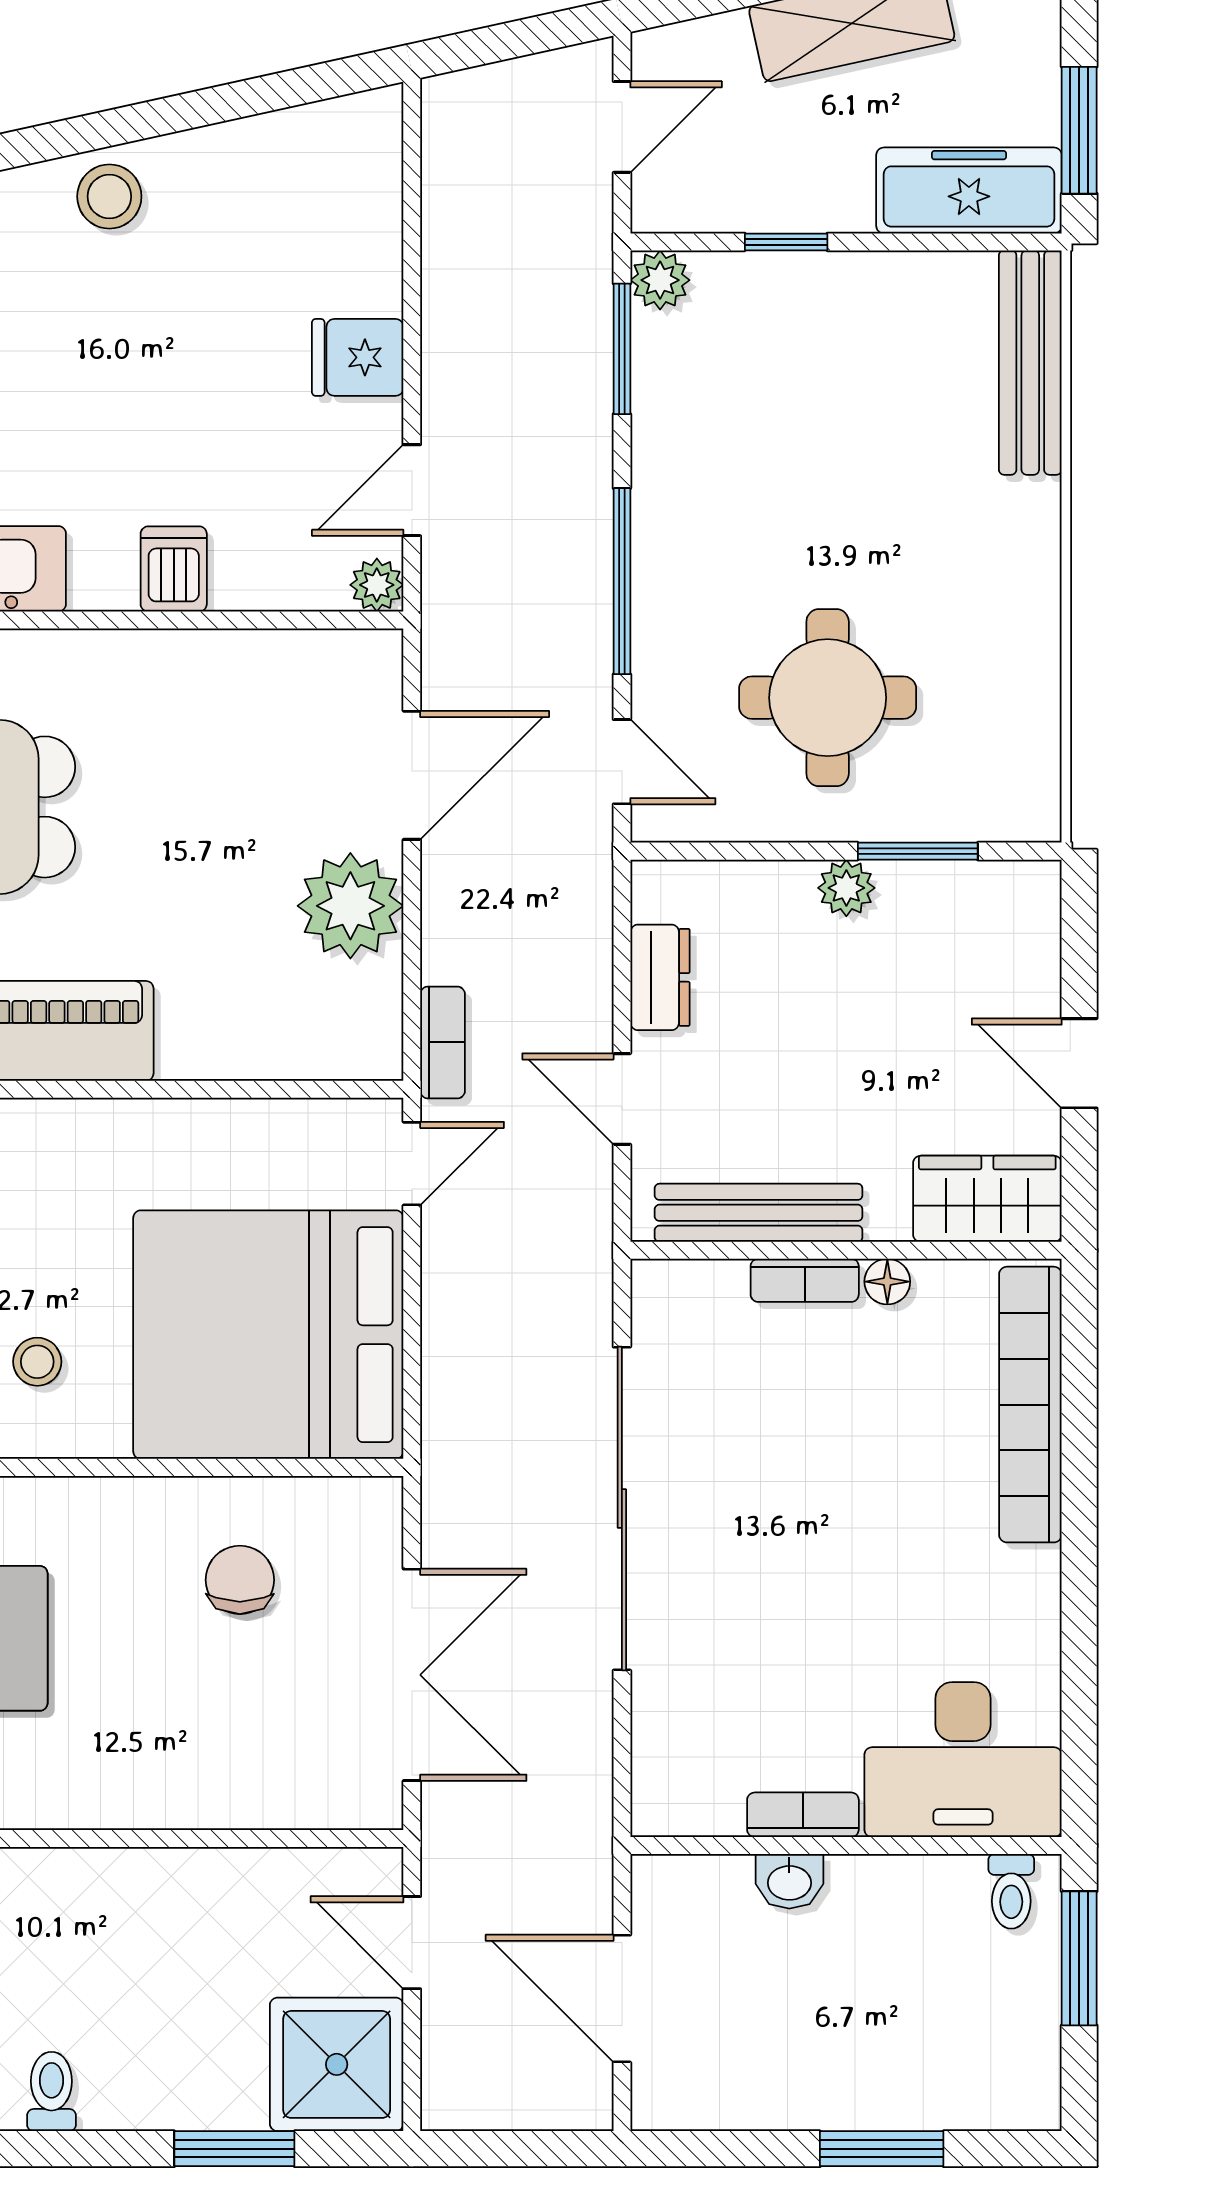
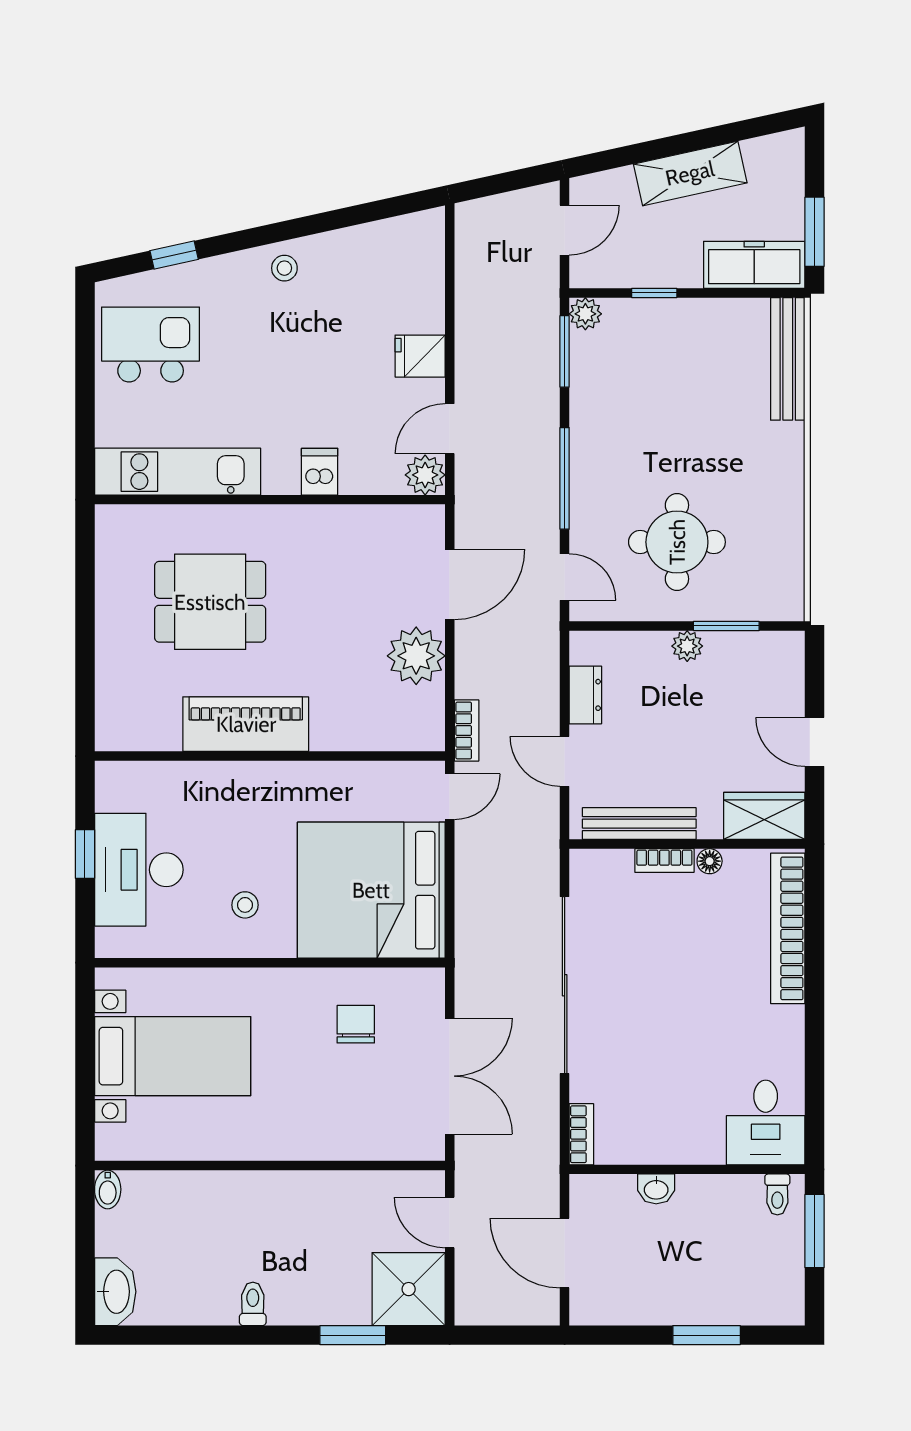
stool: (109, 196) -> (284, 268), width x0.73, depth x0.73
plant: (377, 585) -> (425, 475), width x1.38, depth x1.38
desk: (963, 1760) -> (766, 1122), width x0.73
bookcase: (803, 1815) -> (581, 1134), moved, turned 90

